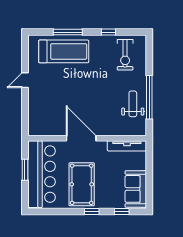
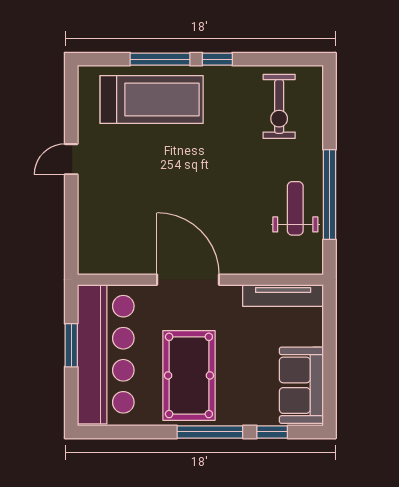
window: (108, 32) -> (217, 59), moved
window: (92, 211) -> (210, 432), width x2.17

